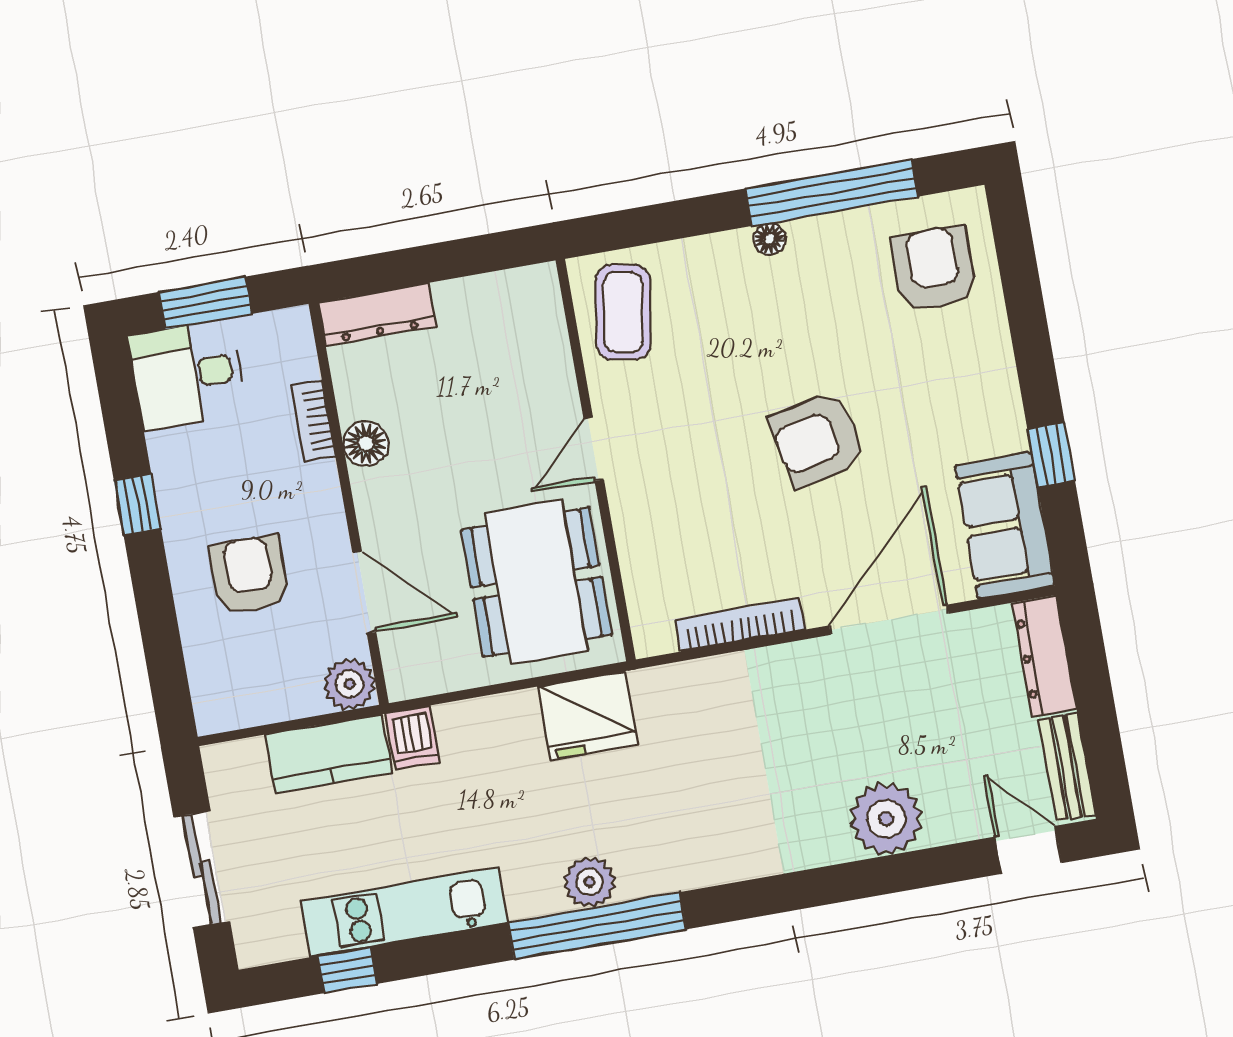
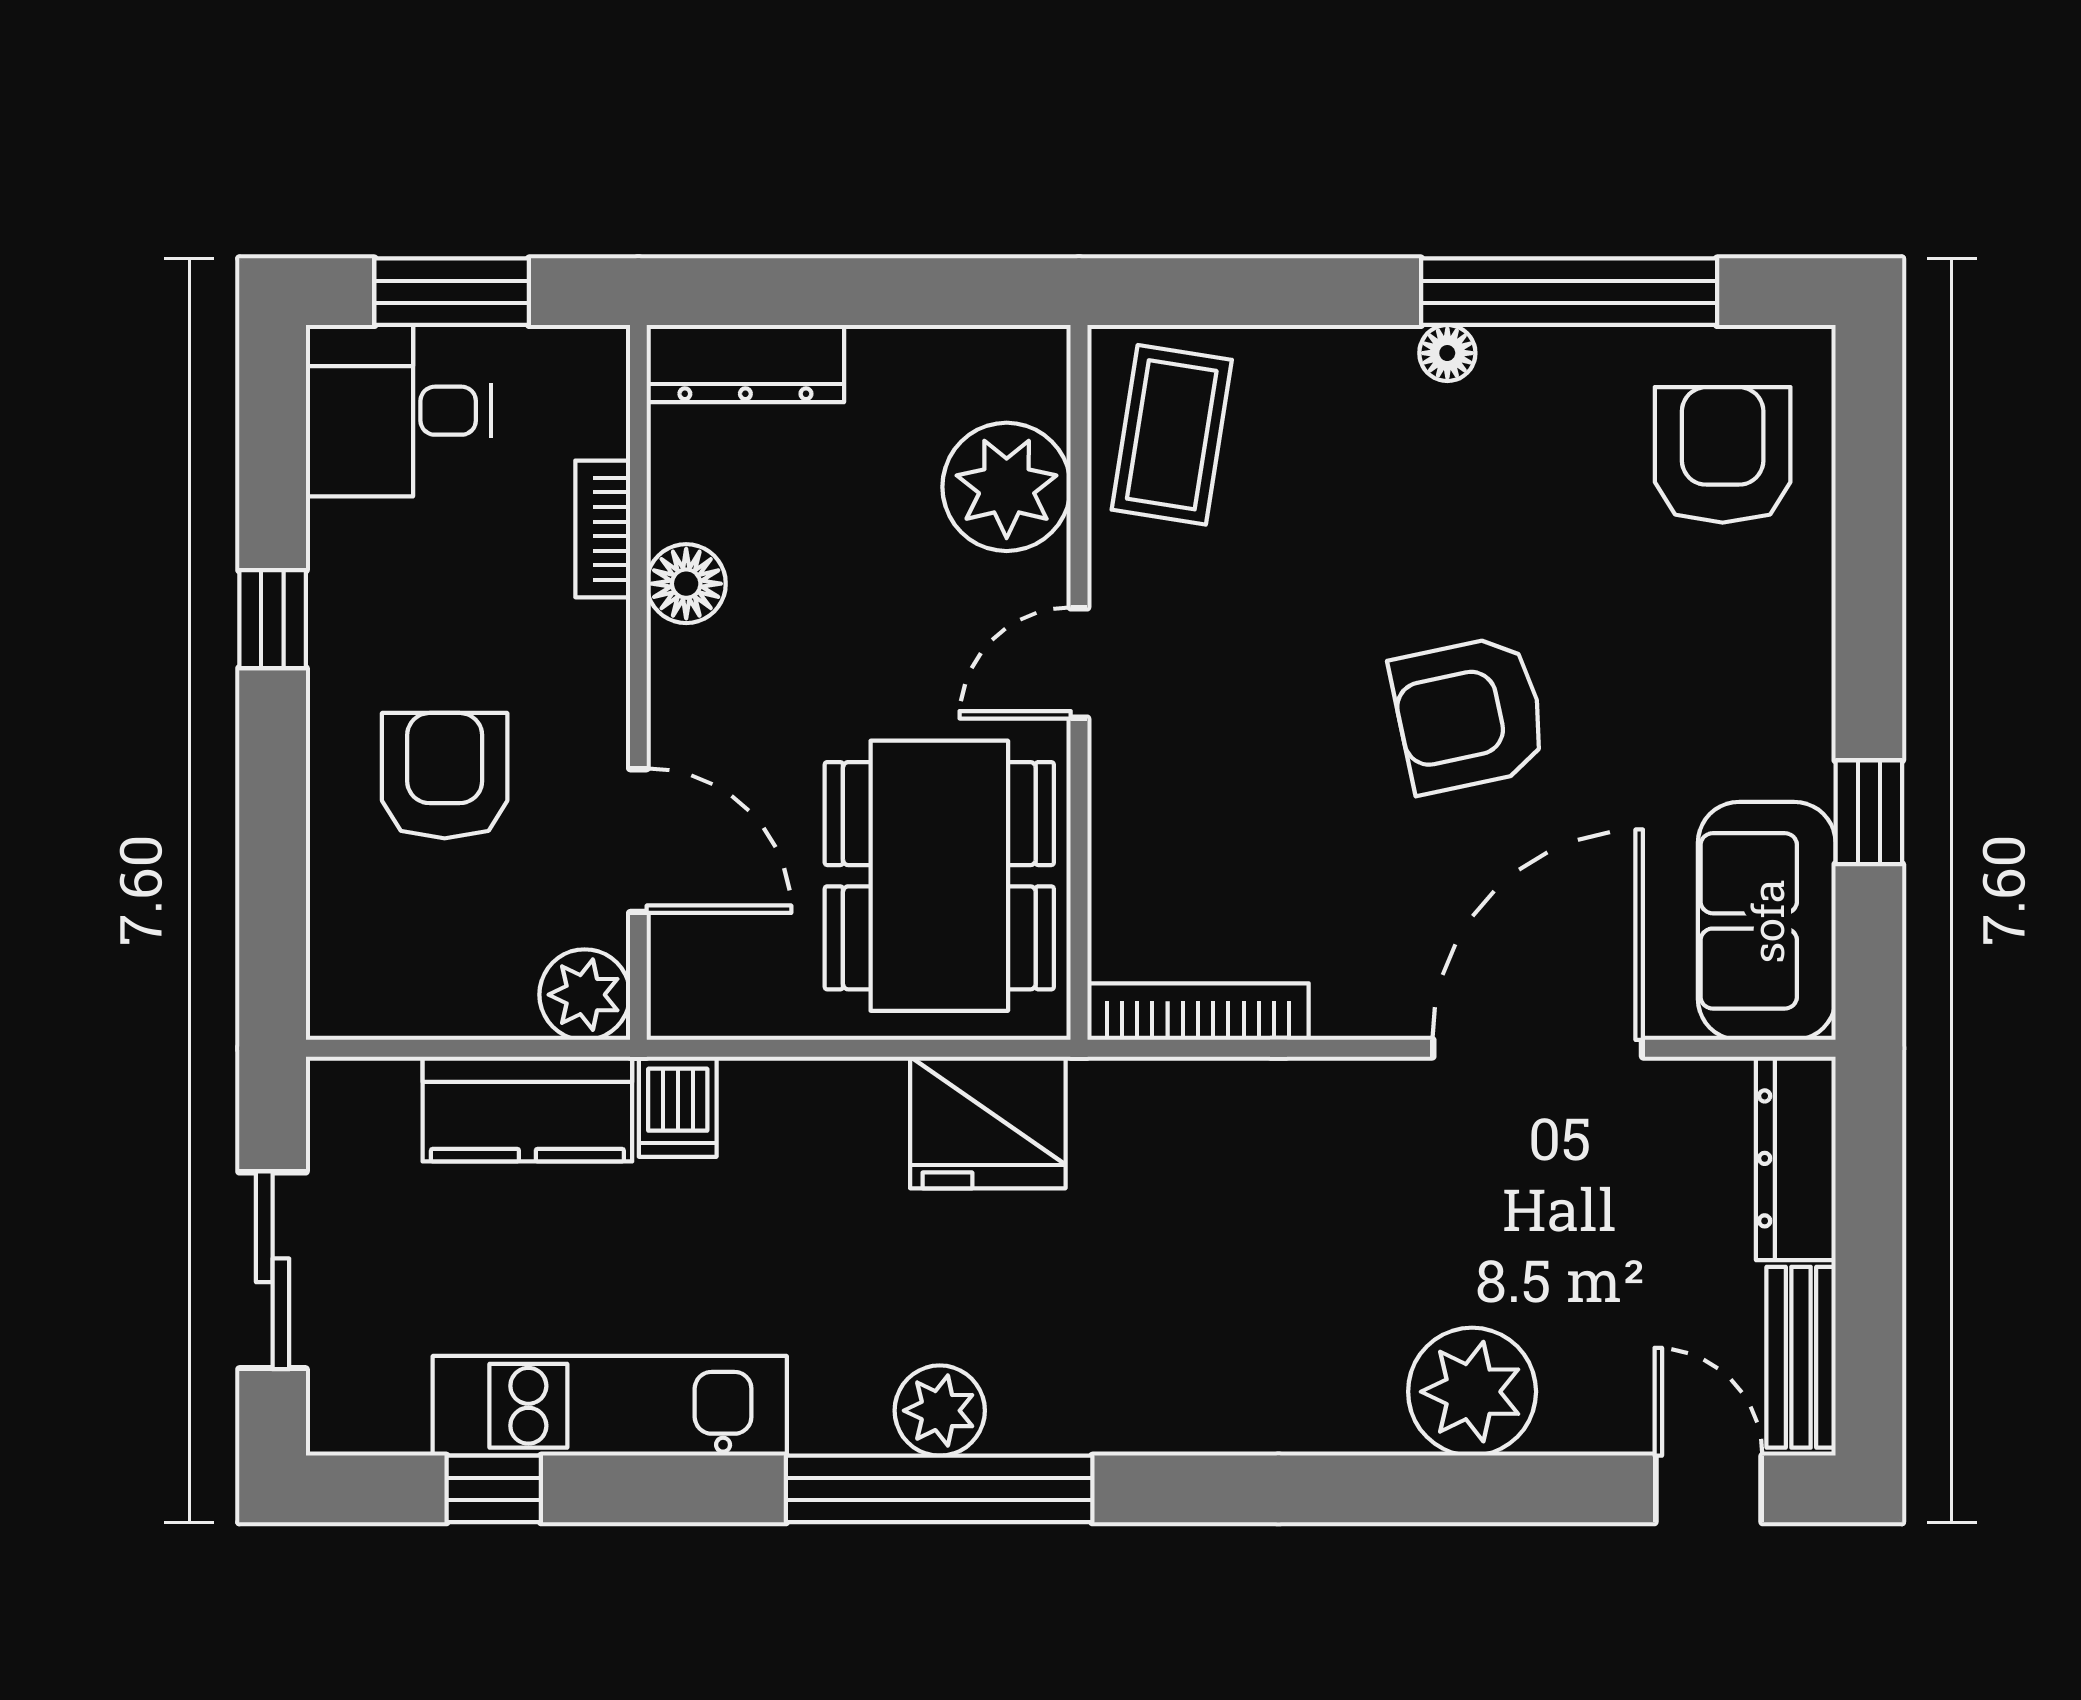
plant: (536, 357) -> (1007, 487), added
bookcase: (740, 625) -> (1198, 1012), moved

